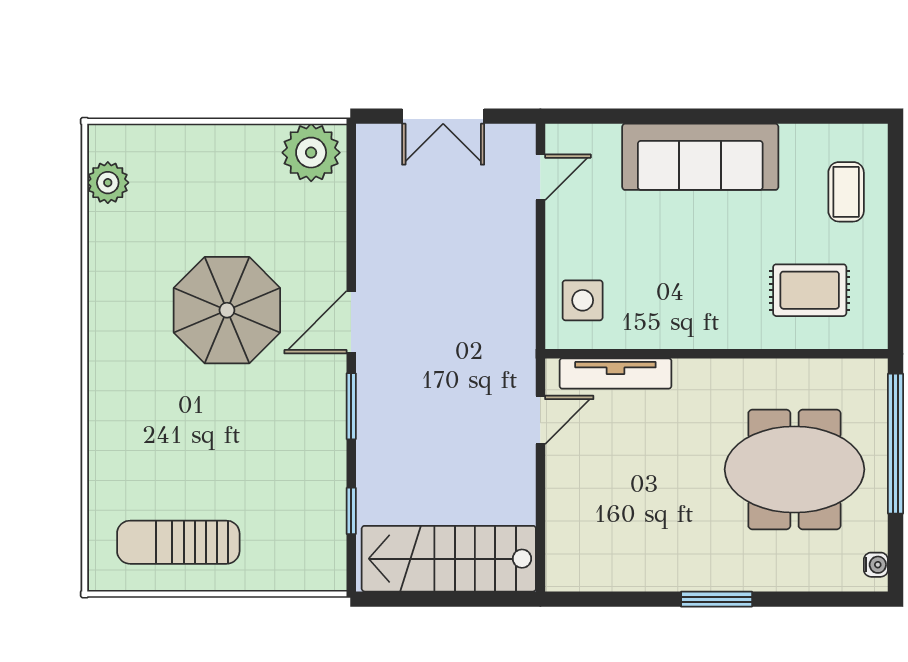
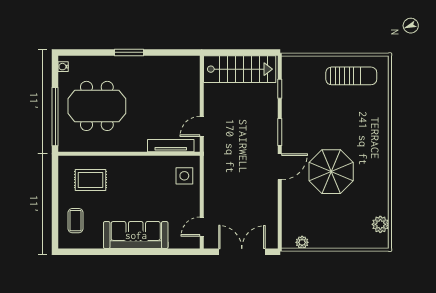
double door: (443, 116) -> (242, 252), width x1.37
plant: (311, 153) -> (302, 242), width x0.53, depth x0.53

